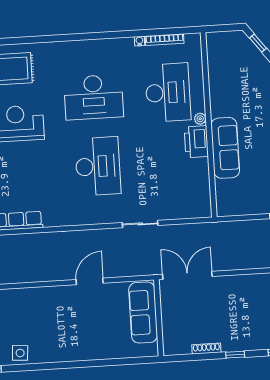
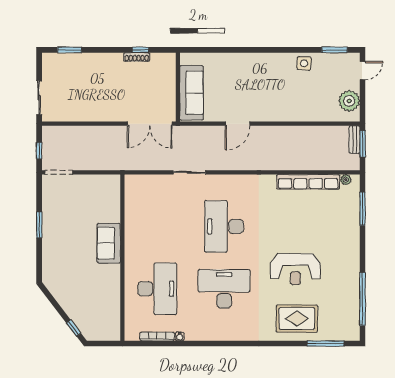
desk: (168, 93) -> (157, 289), turned 180
plant: (200, 119) -> (130, 263), removed
printer: (196, 142) -> (134, 243), removed
sofa: (225, 148) -> (109, 243), width x0.73
window: (235, 355) -> (140, 50), moved

